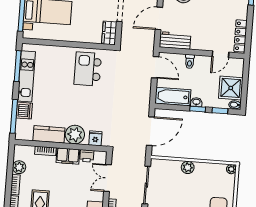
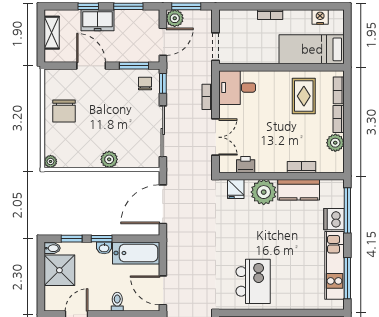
filing cabinet: (68, 156) -> (271, 163), removed

